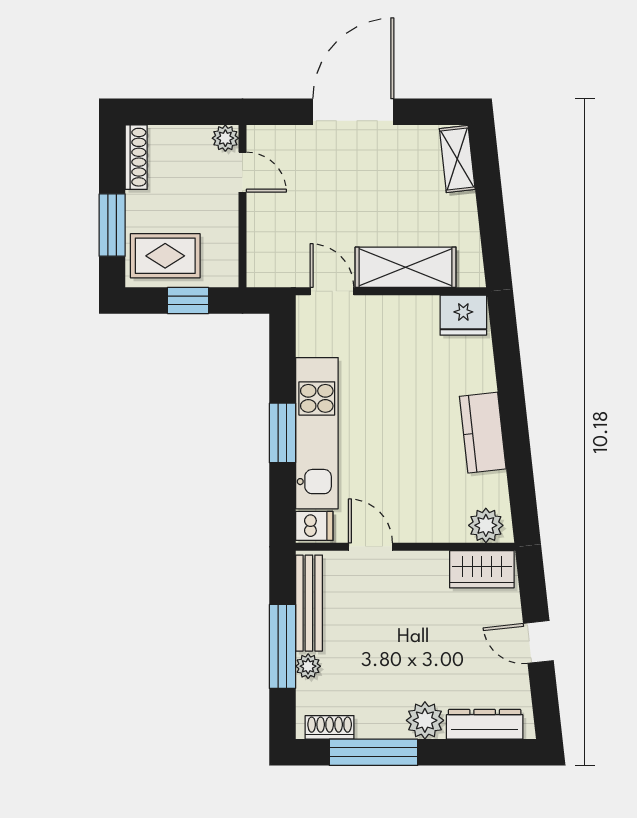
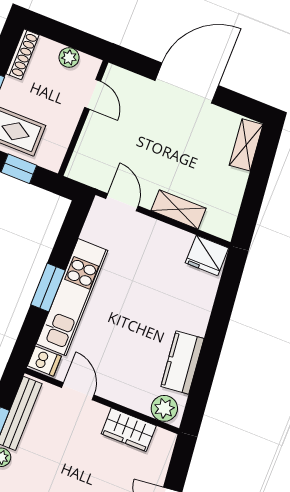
plant: (225, 138) -> (69, 57), moved
shelving: (406, 267) -> (179, 209), width x0.67, depth x0.75
kitchen counter: (483, 433) -> (182, 363), moved
wardrobe: (482, 569) -> (129, 430), moved

